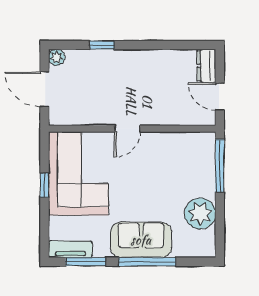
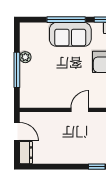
window: (220, 166) -> (17, 70), moved
plant: (200, 214) -> (25, 57), width x0.53, depth x0.53

